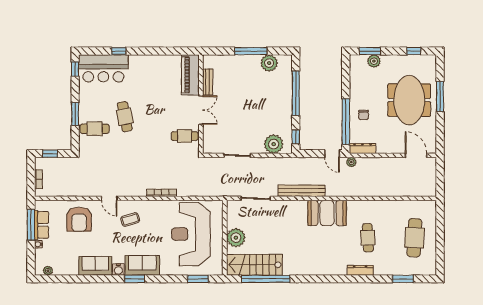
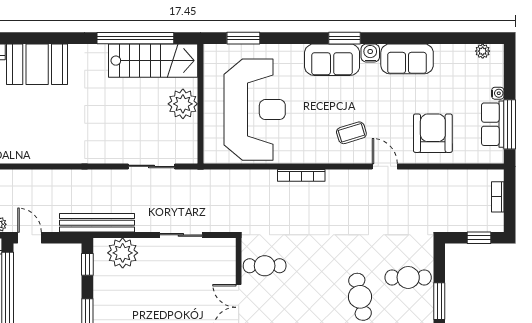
bench: (302, 191) -> (97, 223), moved
booth: (327, 213) -> (37, 64), moved

